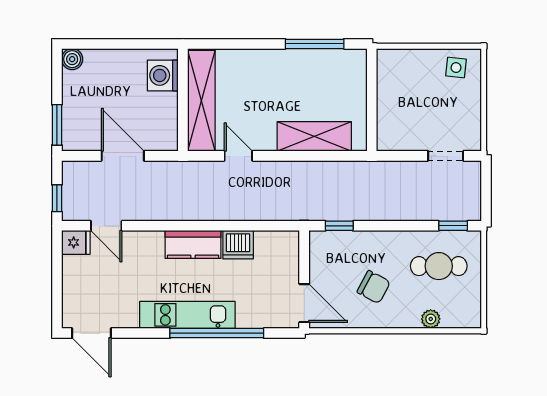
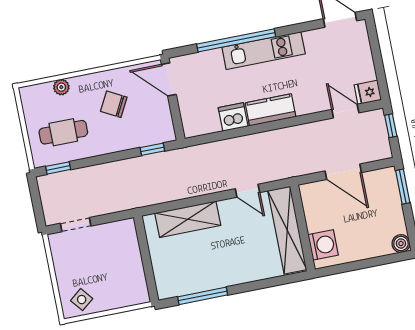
side table: (456, 68) -> (82, 300), turned 45

